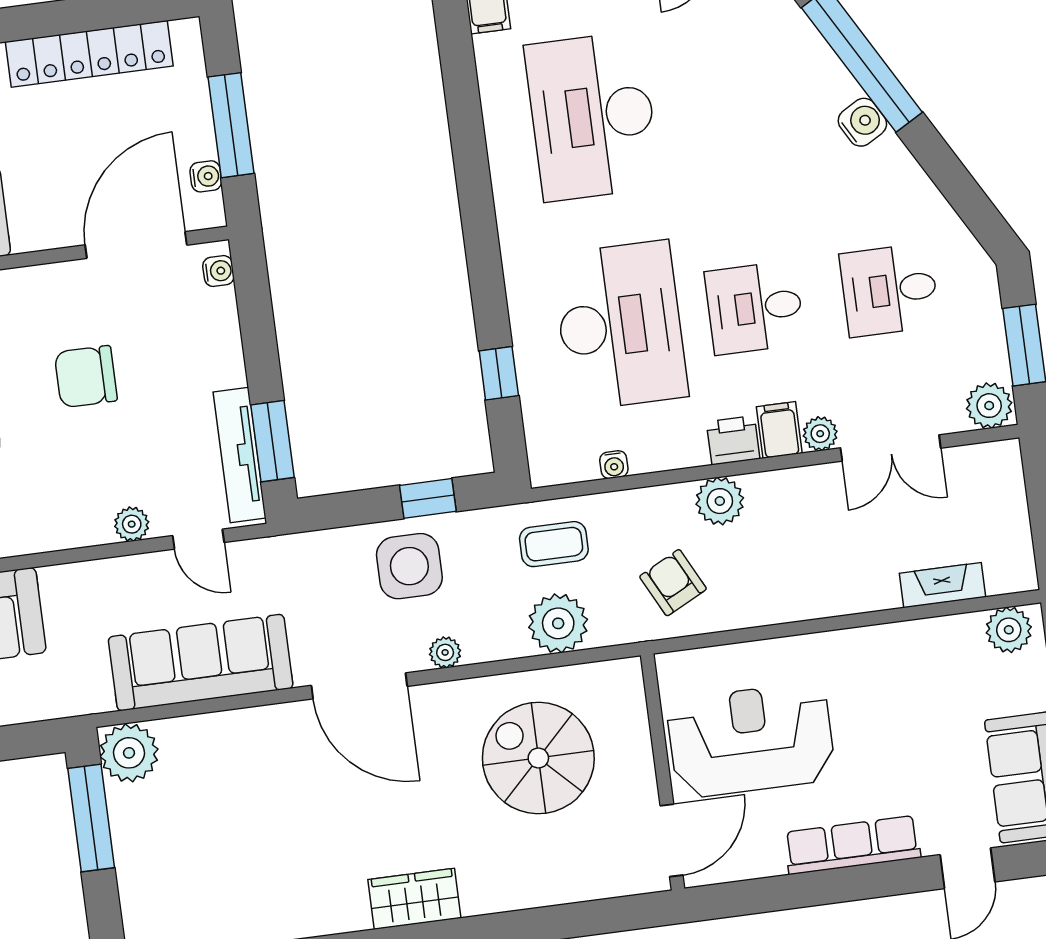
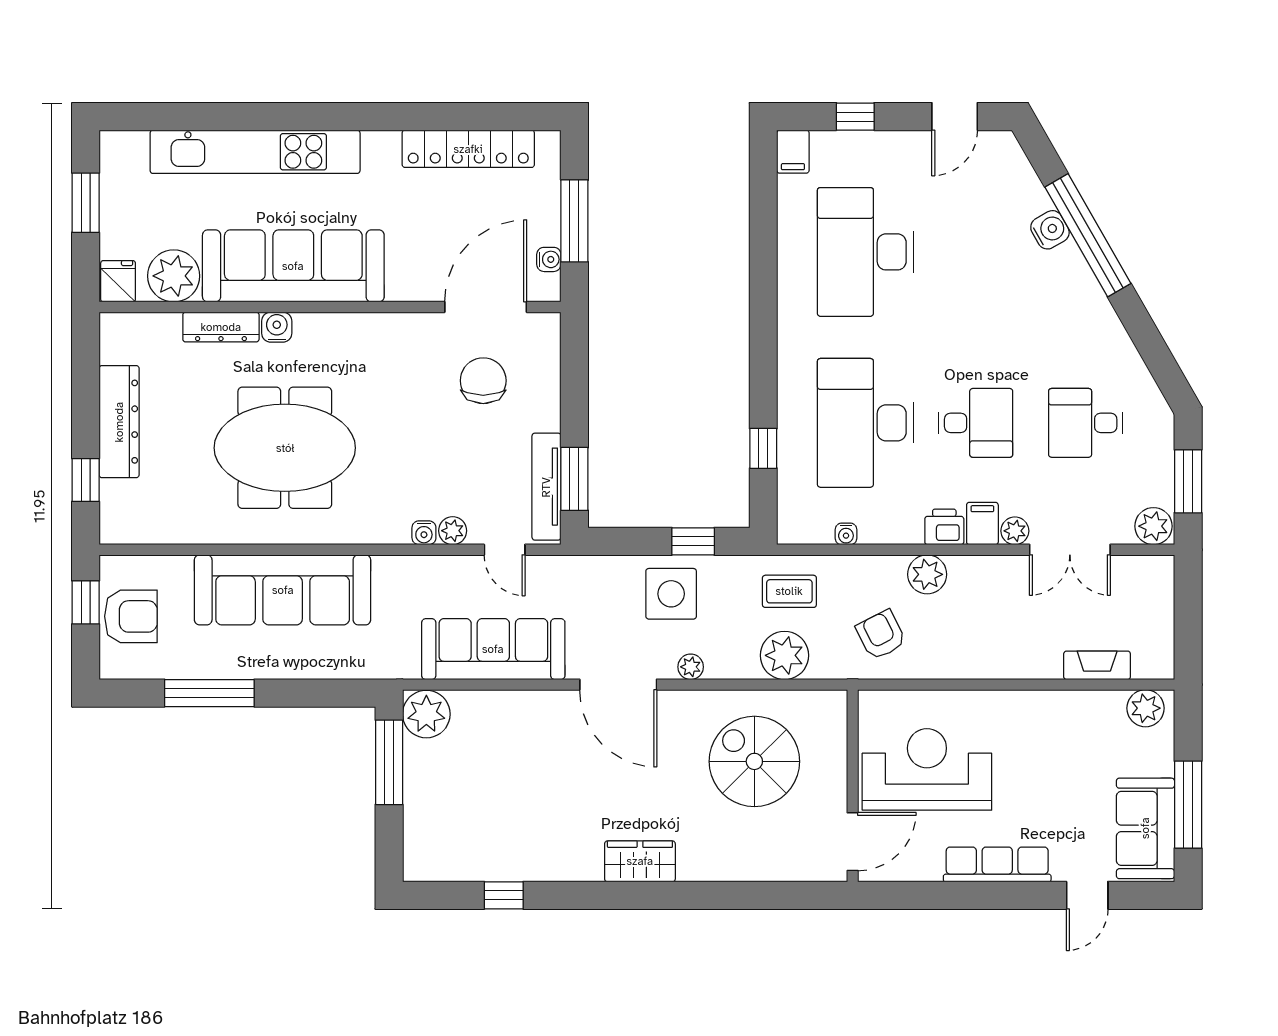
water cooler: (862, 122) -> (1050, 230), moved
water cooler: (218, 271) -> (424, 533), moved, turned 90
desk: (755, 308) -> (976, 423), turned 180
desk: (620, 326) -> (866, 423), turned 180
chair: (86, 377) -> (483, 381), moved, turned 90

